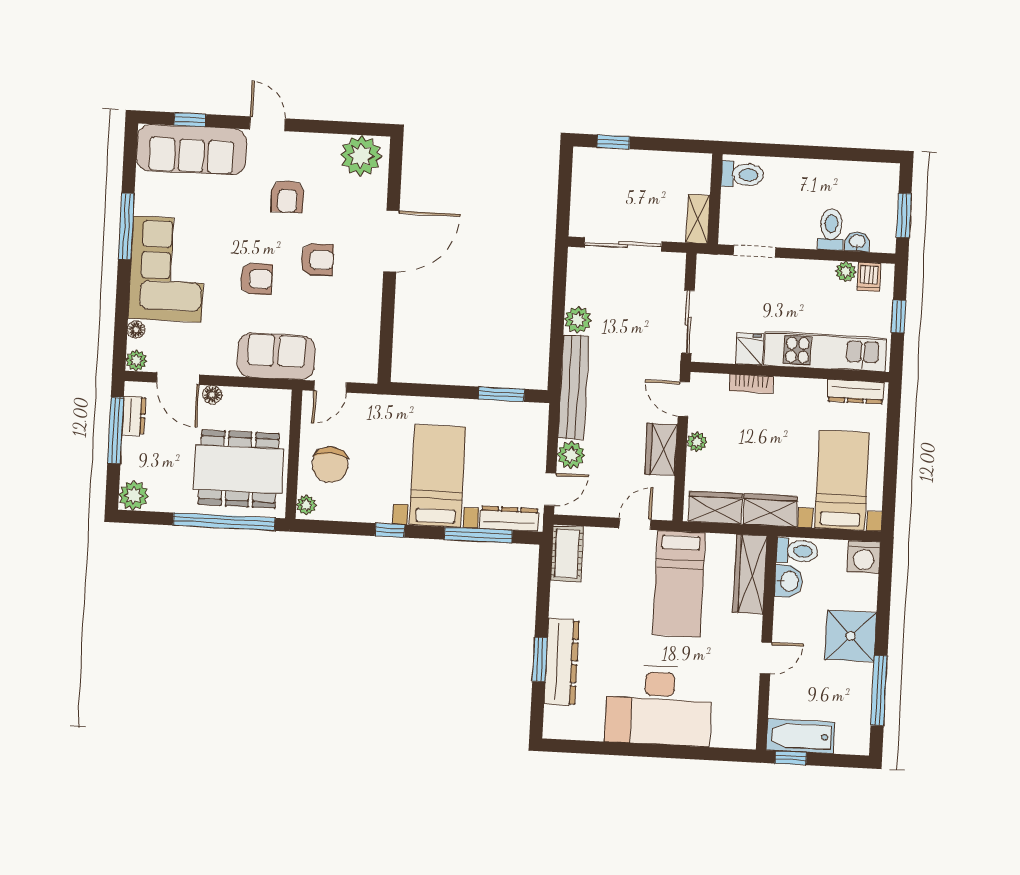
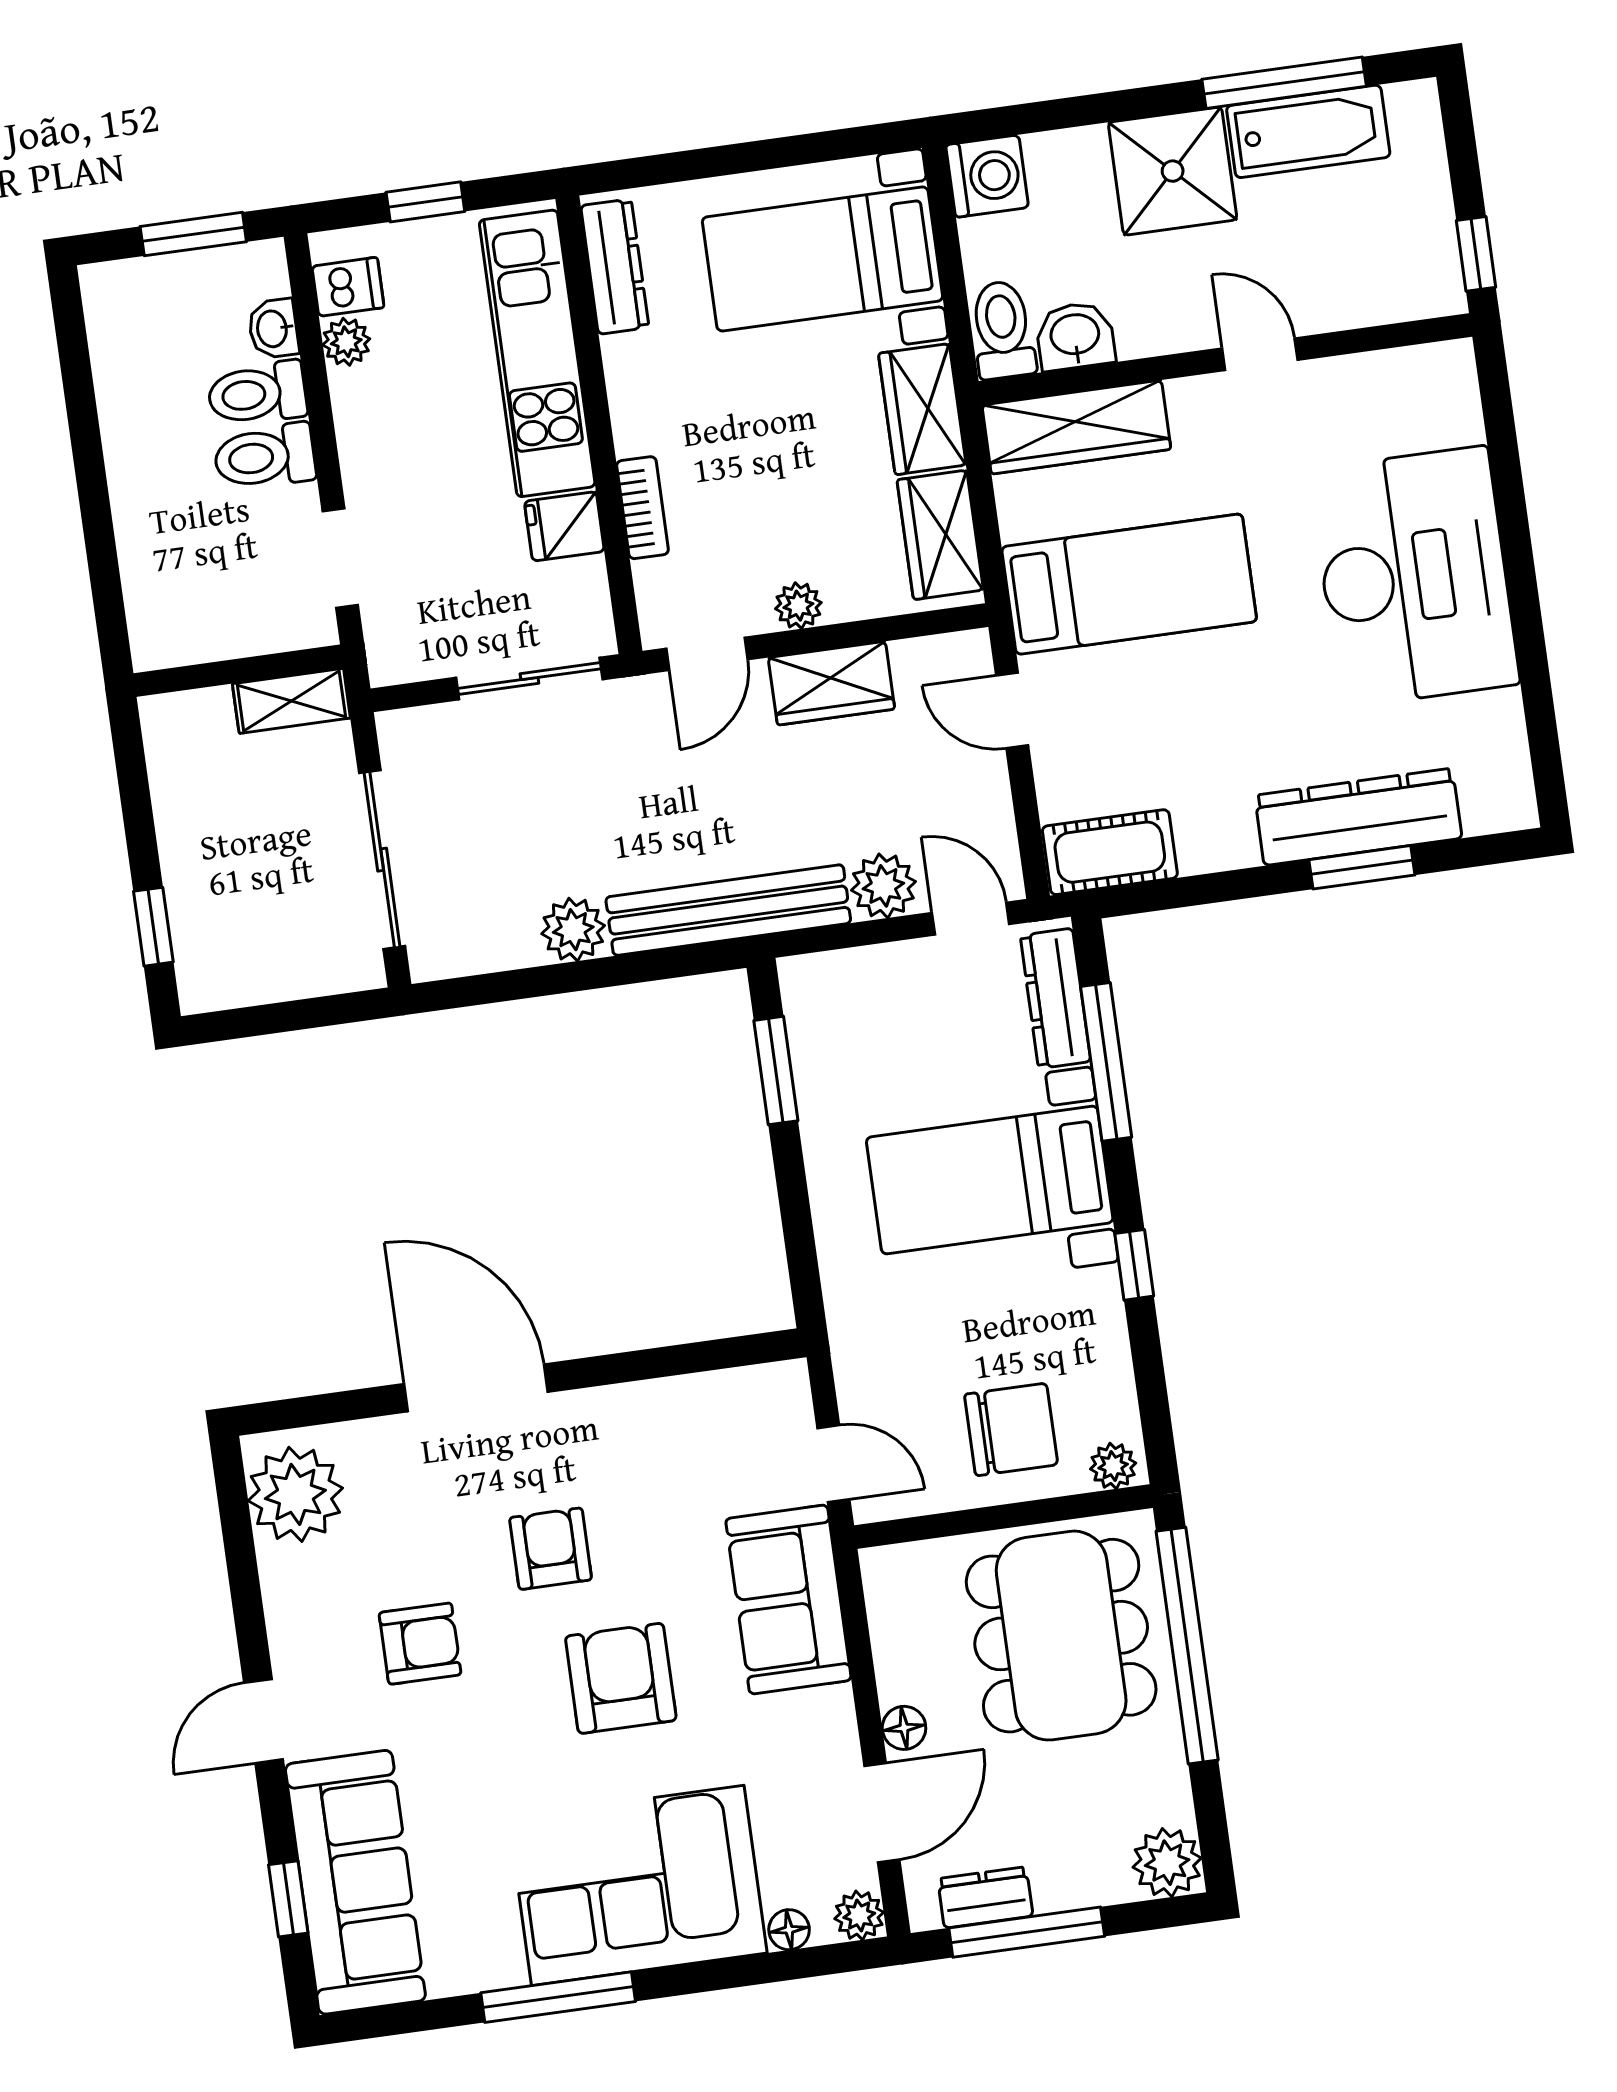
toilet: (743, 174) -> (265, 457), moved, turned -90
armchair: (256, 279) -> (621, 1678), width x1.38, depth x1.38
bathtub: (801, 736) -> (1308, 131), moved, turned -90

